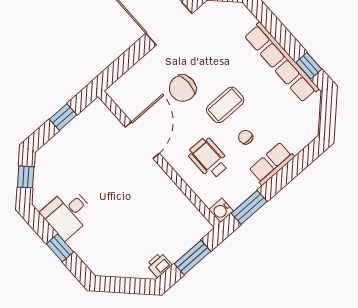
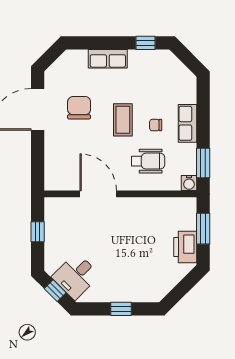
row of seats: (281, 62) -> (108, 59), width x0.50
chair: (183, 88) -> (79, 108), moved, turned 180
wheelchair: (209, 158) -> (148, 161), turned 180
desk: (68, 213) -> (76, 276), moved, turned 45
printer: (159, 265) -> (185, 247), width x1.87, depth x1.48

